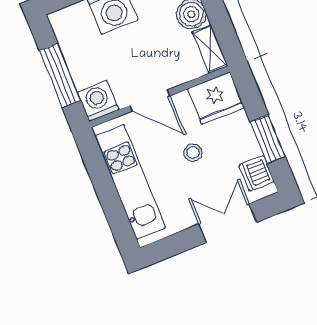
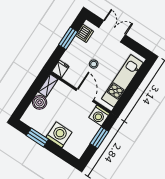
window: (60, 75) -> (99, 138), width x0.69
fridge: (216, 98) -> (60, 69), width x0.53, depth x0.75
double door: (228, 223) -> (112, 31), swing flipped

